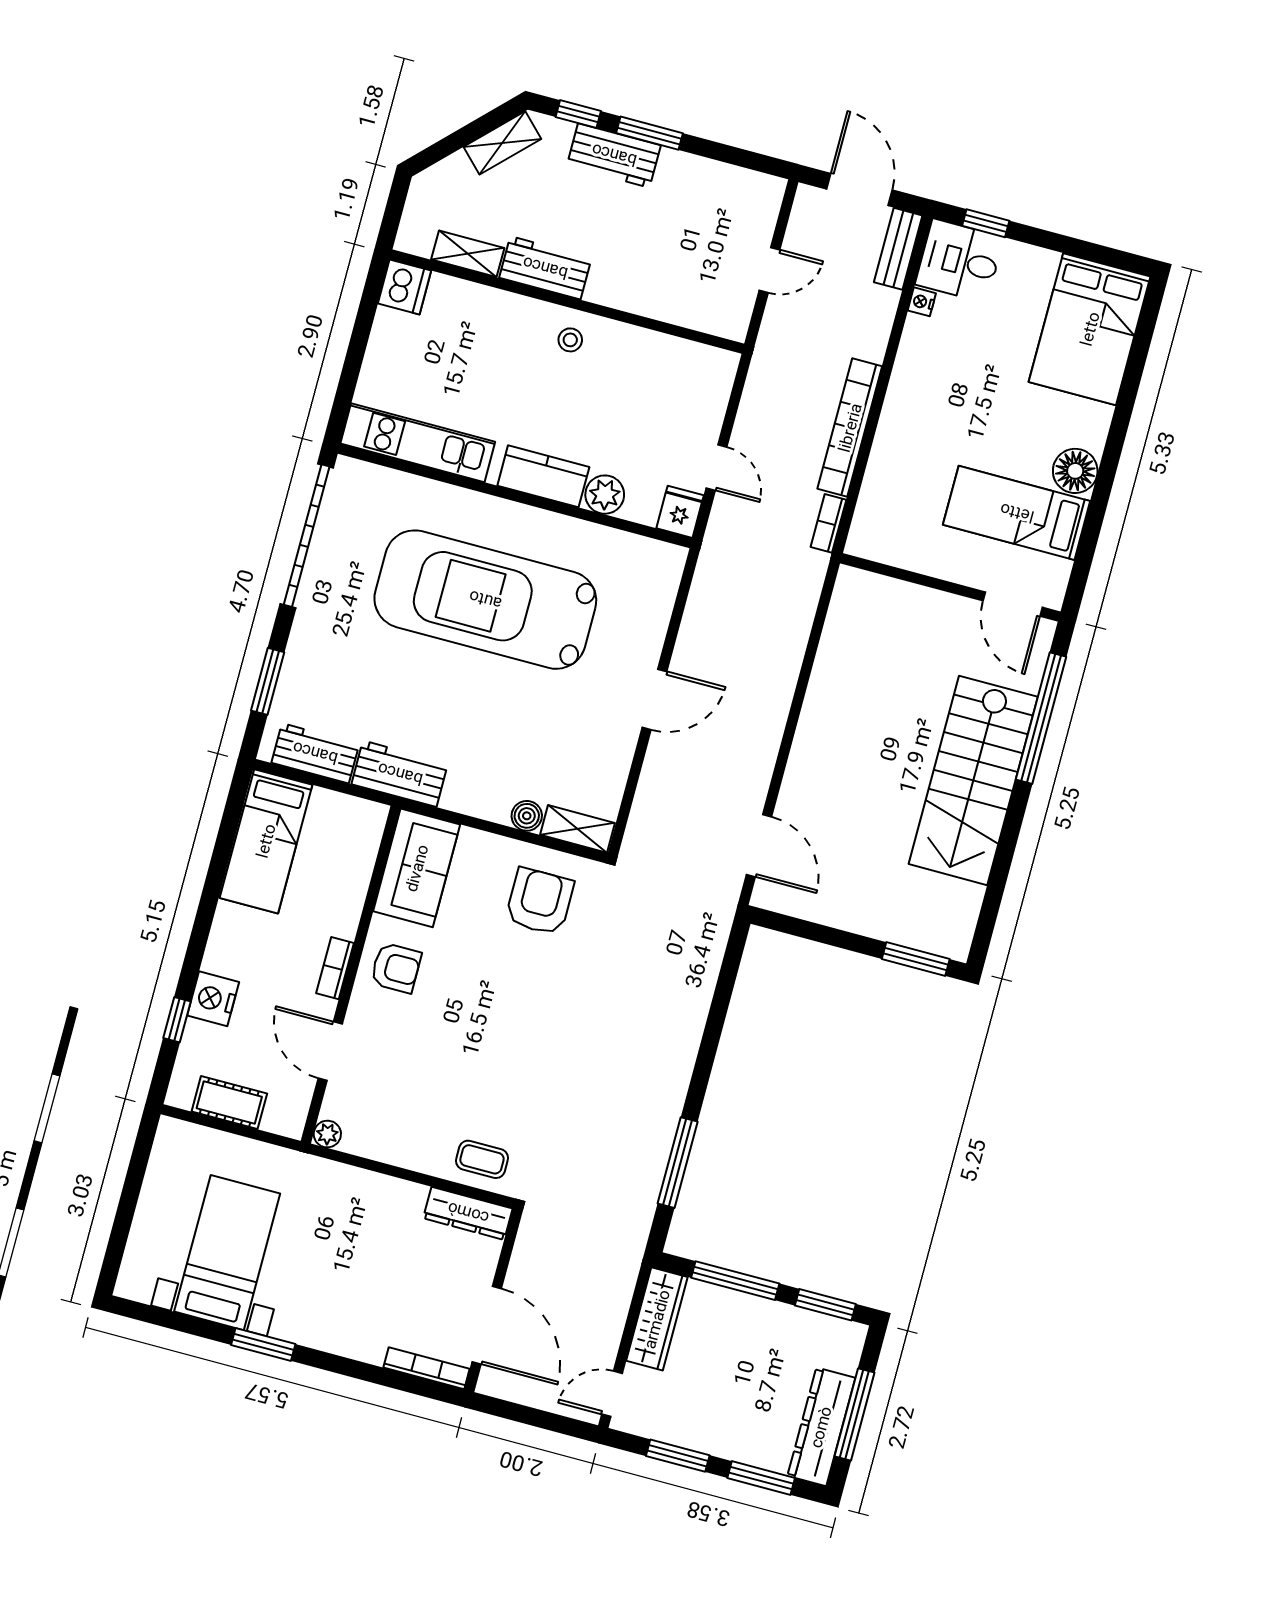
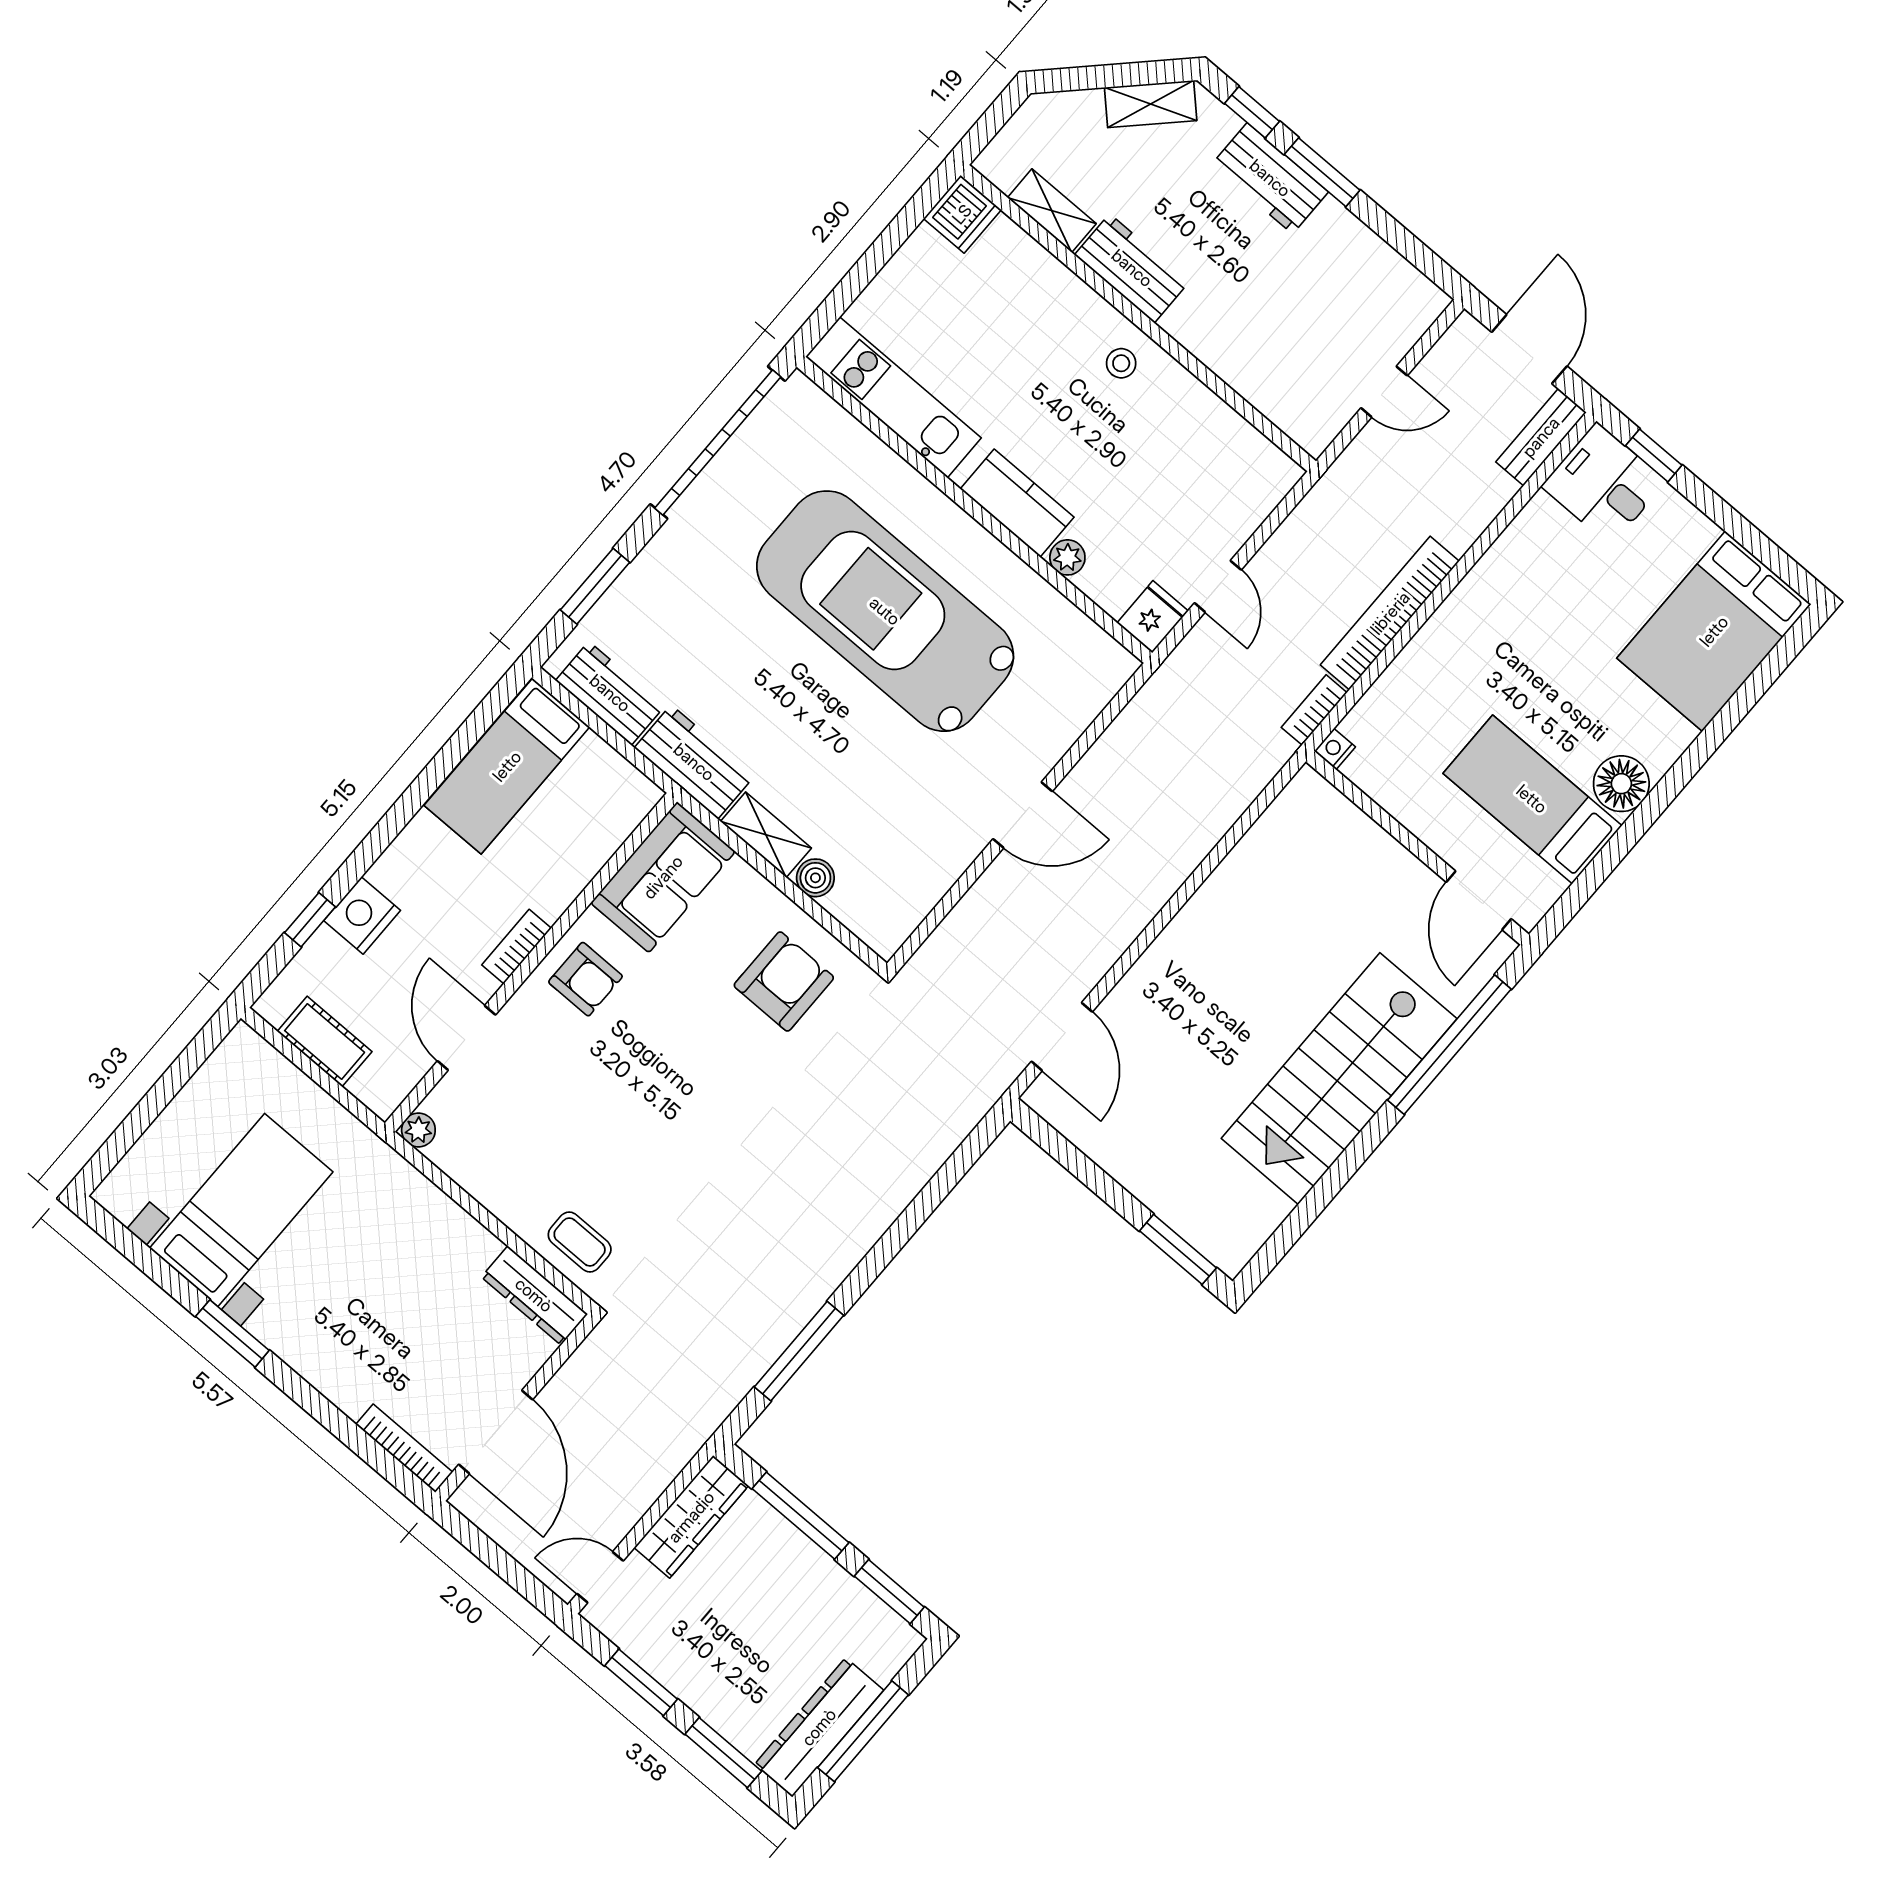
nightstand: (922, 302) -> (1335, 749), moved
plant: (605, 495) -> (1067, 557), width x0.73, depth x0.73
shelving: (577, 829) -> (766, 835), moved

